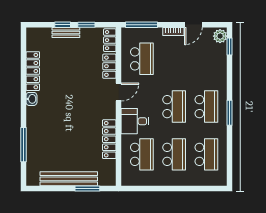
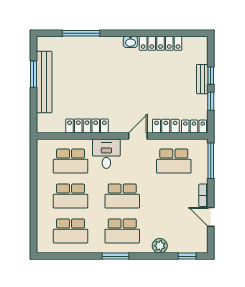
plant: (220, 36) -> (160, 246), moved
door: (119, 92) -> (138, 136), swing flipped
window: (87, 189) -> (34, 74), moved

